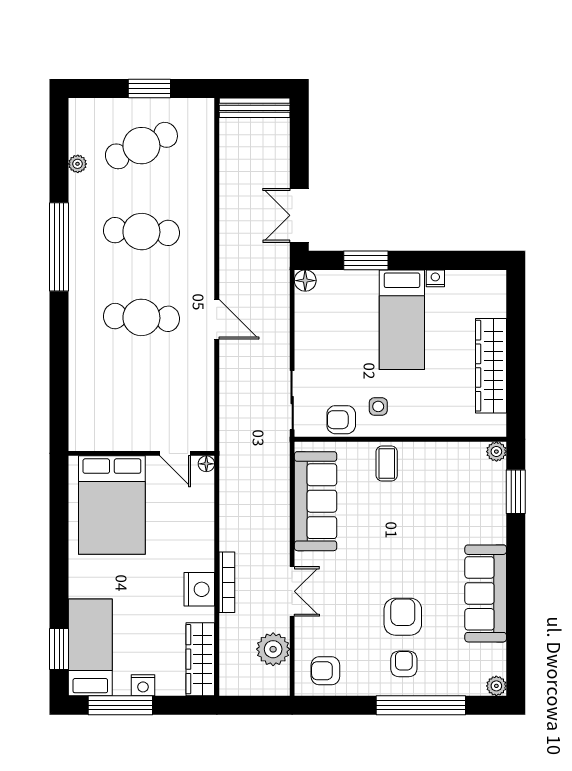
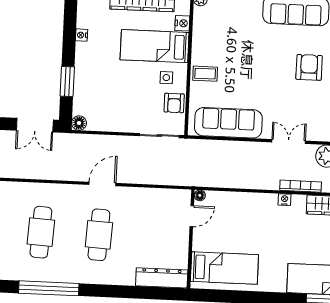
bed: (402, 320) -> (155, 46), moved, turned 180
dresser: (82, 413) -> (162, 278), added
nightstand: (460, 427) -> (182, 23), added
bed: (112, 505) -> (224, 268), width x0.67
bookcase: (227, 582) -> (301, 186), moved
nightstand: (199, 589) -> (285, 200), width x0.53, depth x0.56
armchair: (403, 617) -> (309, 67), turned 90

